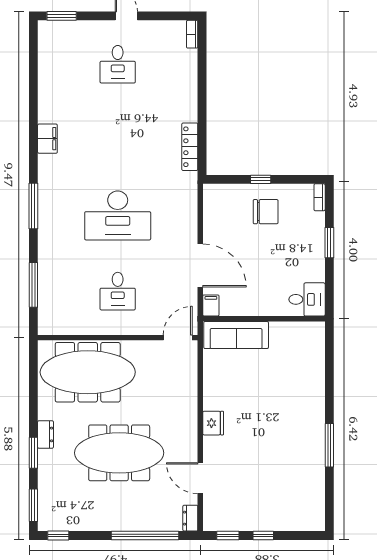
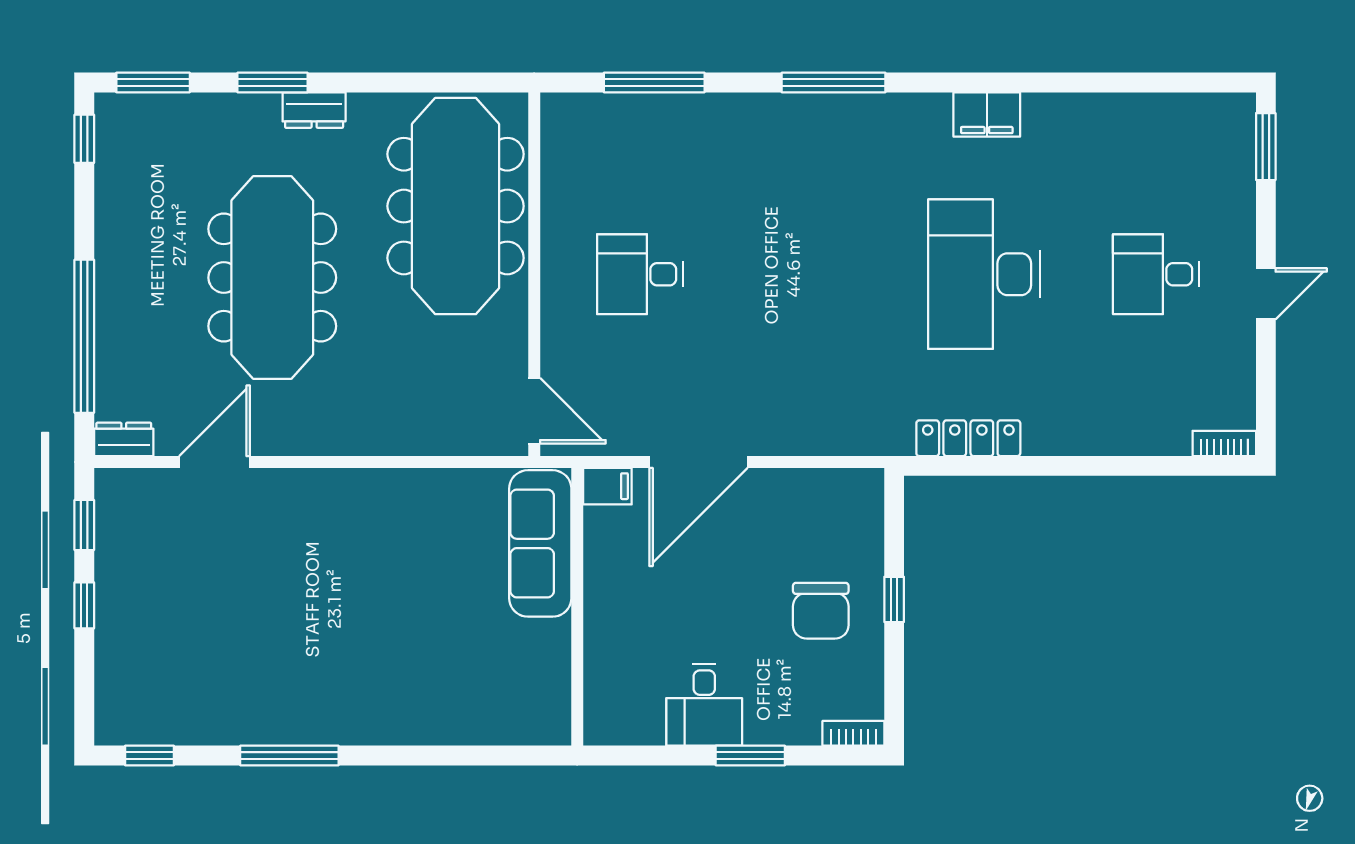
desk: (118, 215) -> (984, 274), moved
desk: (307, 299) -> (704, 705), moved
fridge: (213, 423) -> (340, 491), removed
window: (329, 507) -> (150, 755), added

